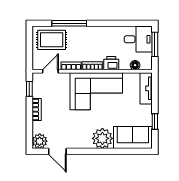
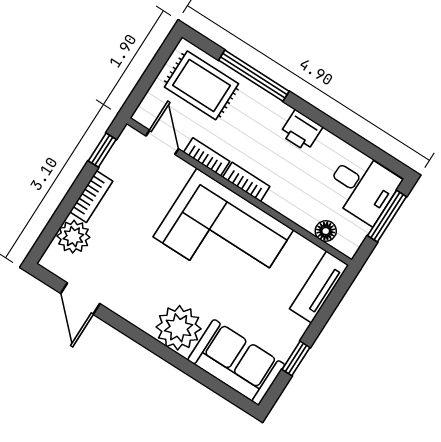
printer: (111, 63) -> (301, 131), moved, turned 180
door: (50, 71) -> (162, 142), hinge flipped
plant: (40, 141) -> (73, 237), moved

